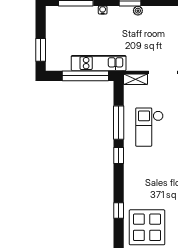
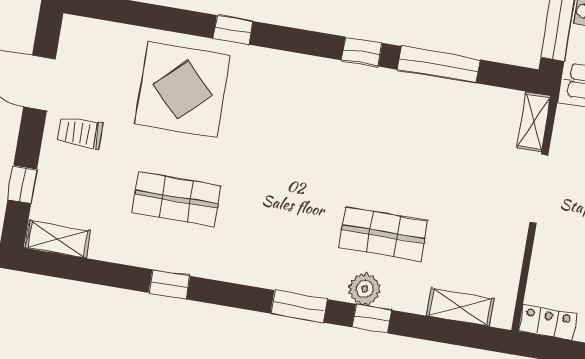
checkout: (149, 127) -> (416, 135), removed

